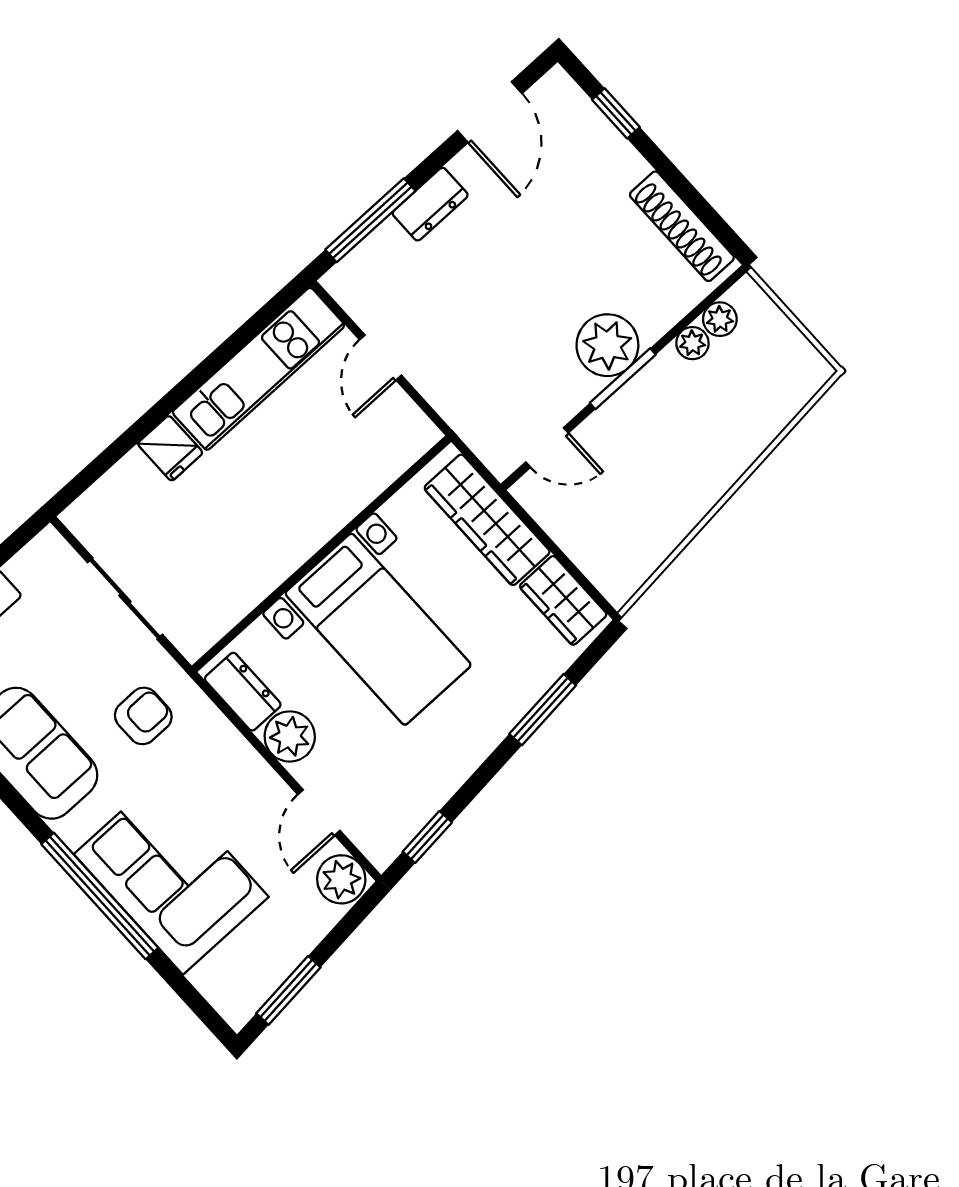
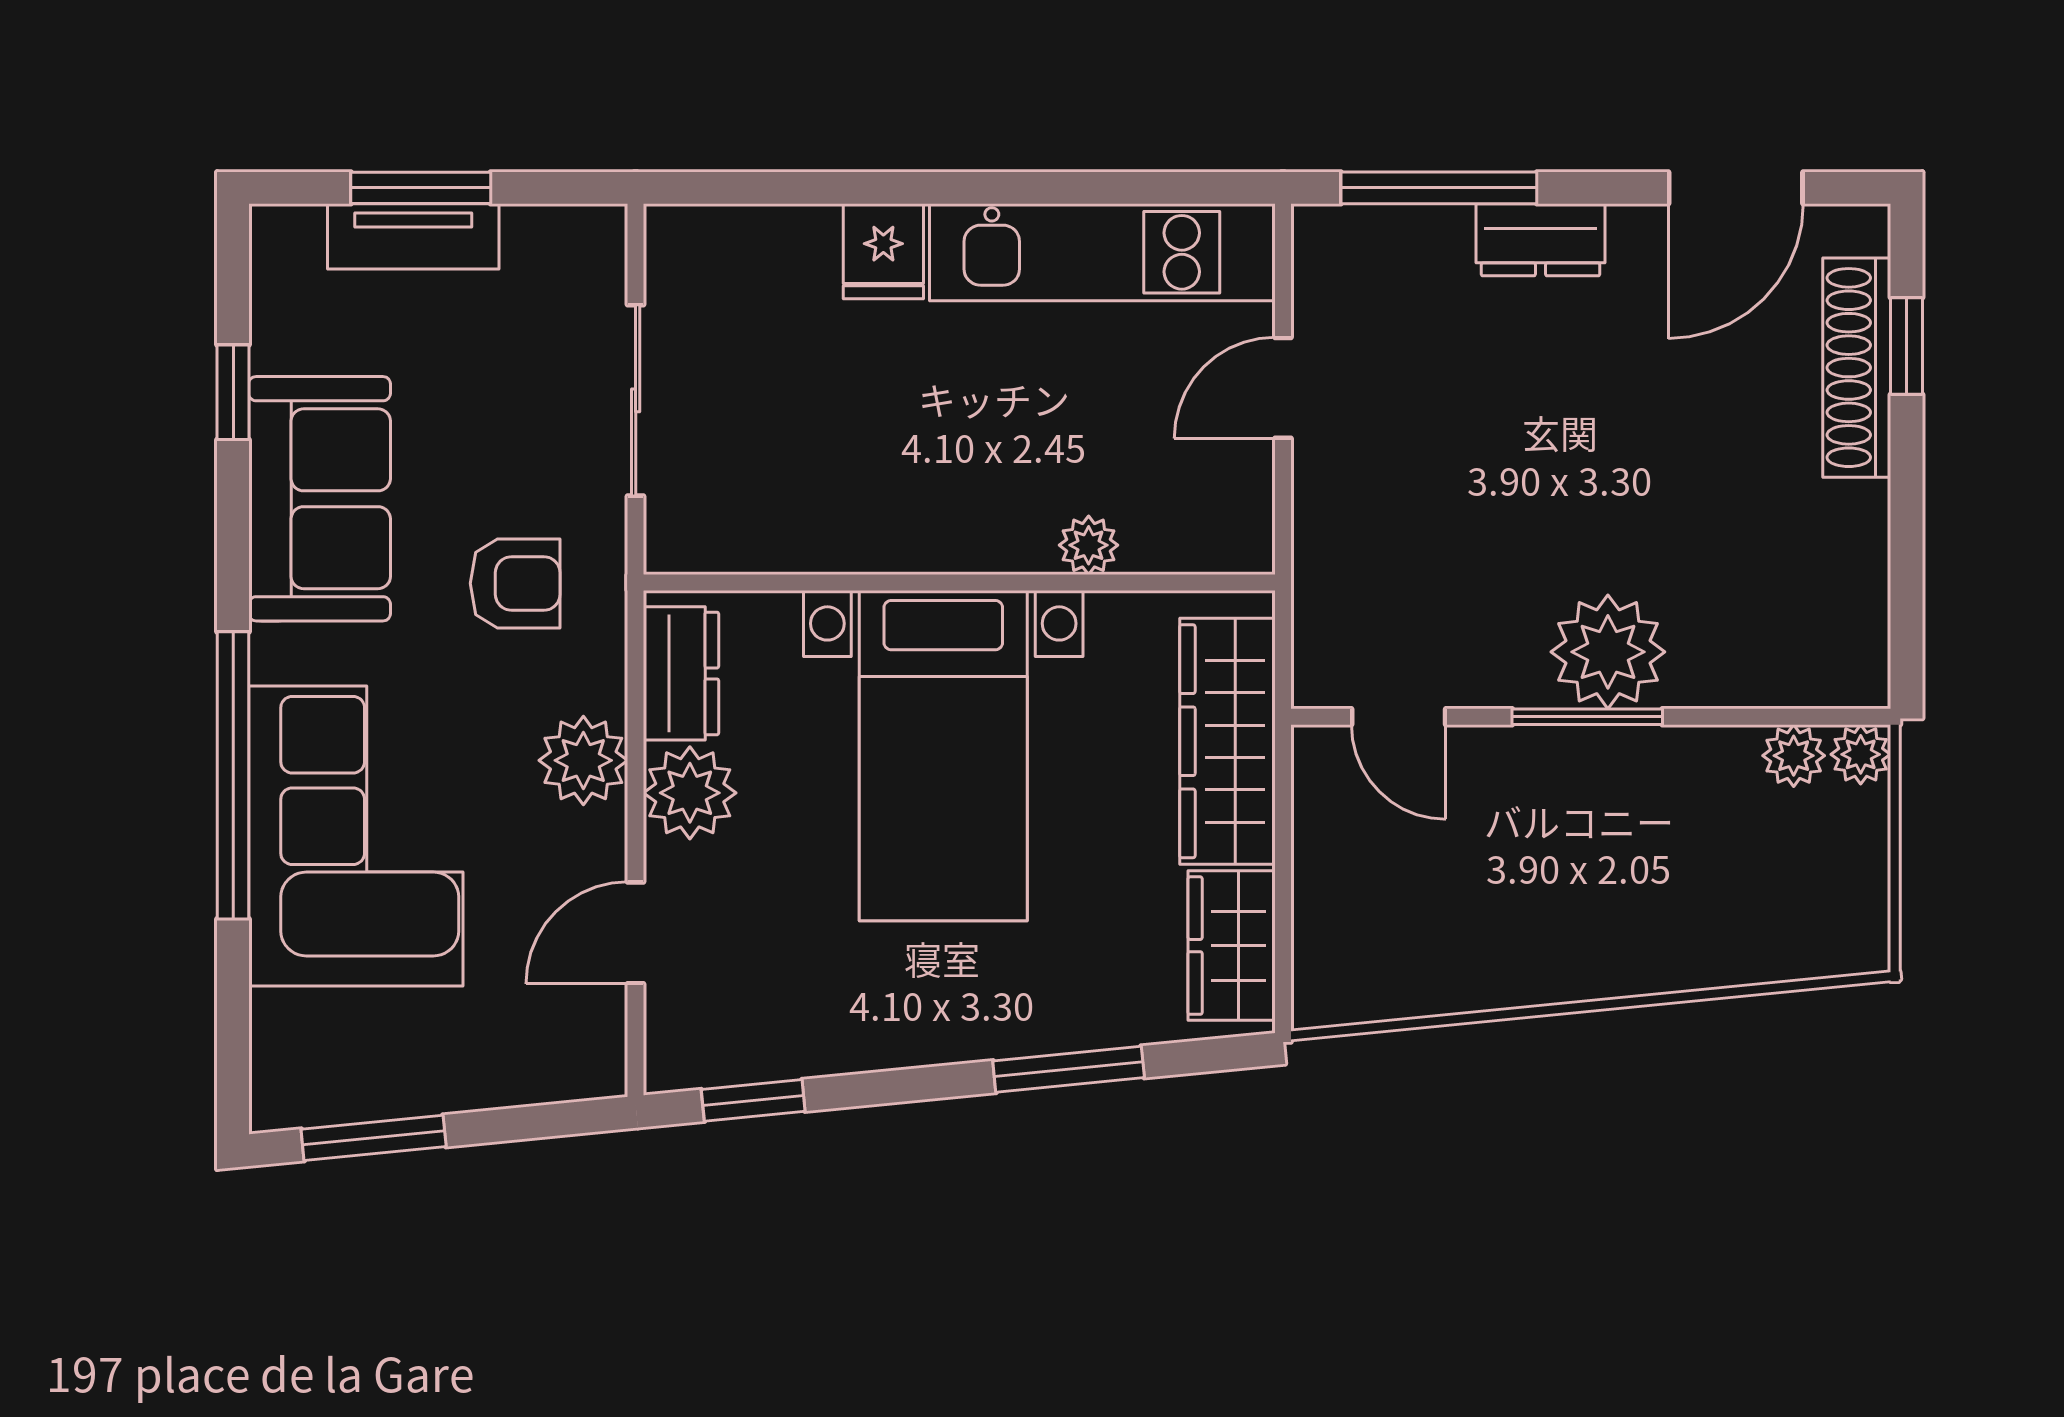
shoe rack: (682, 226) -> (1857, 368), moved
plant: (692, 343) -> (1861, 754), moved
plant: (360, 492) -> (1089, 545), added
plant: (341, 879) -> (583, 760), moved

